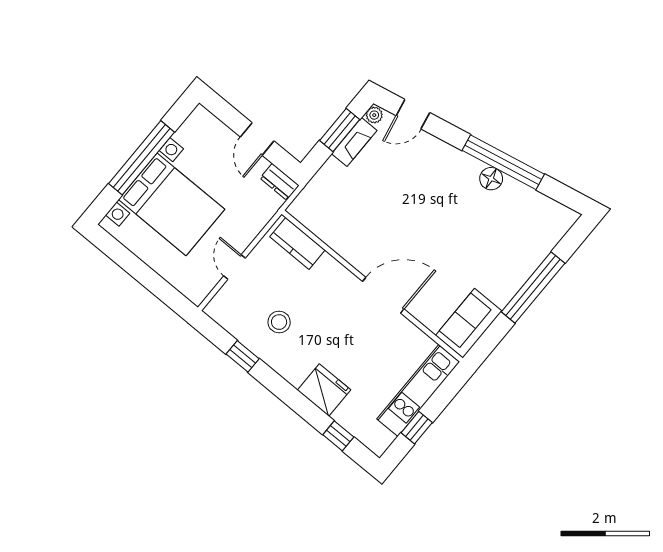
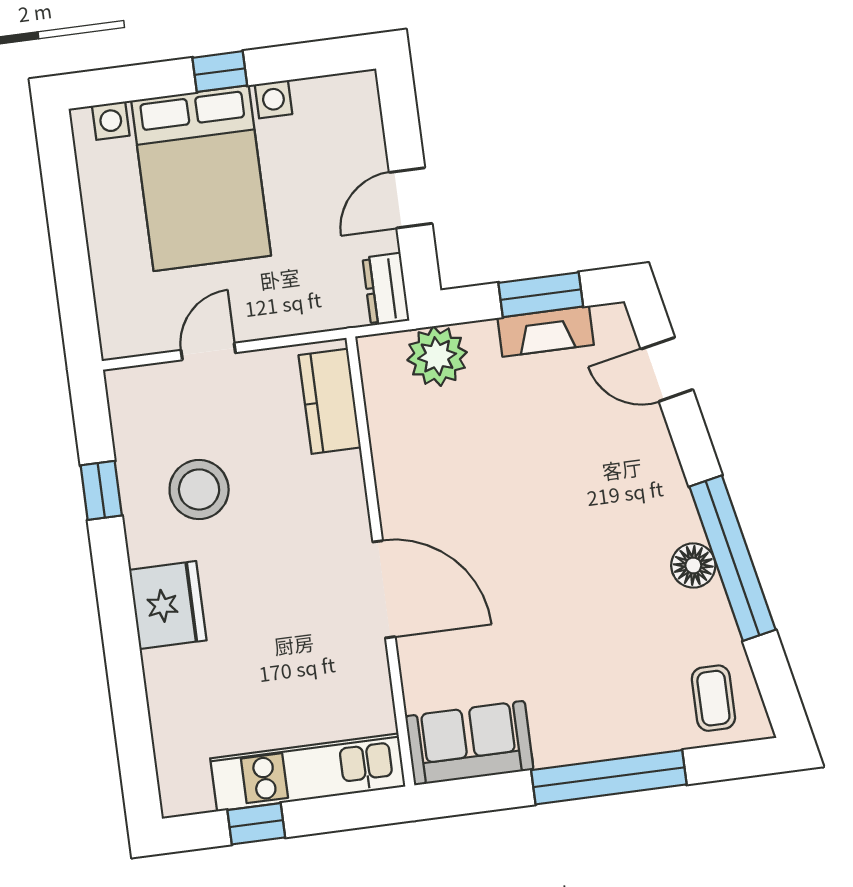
plant: (374, 115) -> (437, 356), moved, width x1.88, depth x1.88
window: (141, 158) -> (220, 72), width x0.32
coffee table: (545, 221) -> (713, 698), added
stool: (279, 322) -> (199, 489), width x1.38, depth x1.38
fridge: (324, 390) -> (168, 605), moved
window: (338, 436) -> (133, 731), removed

